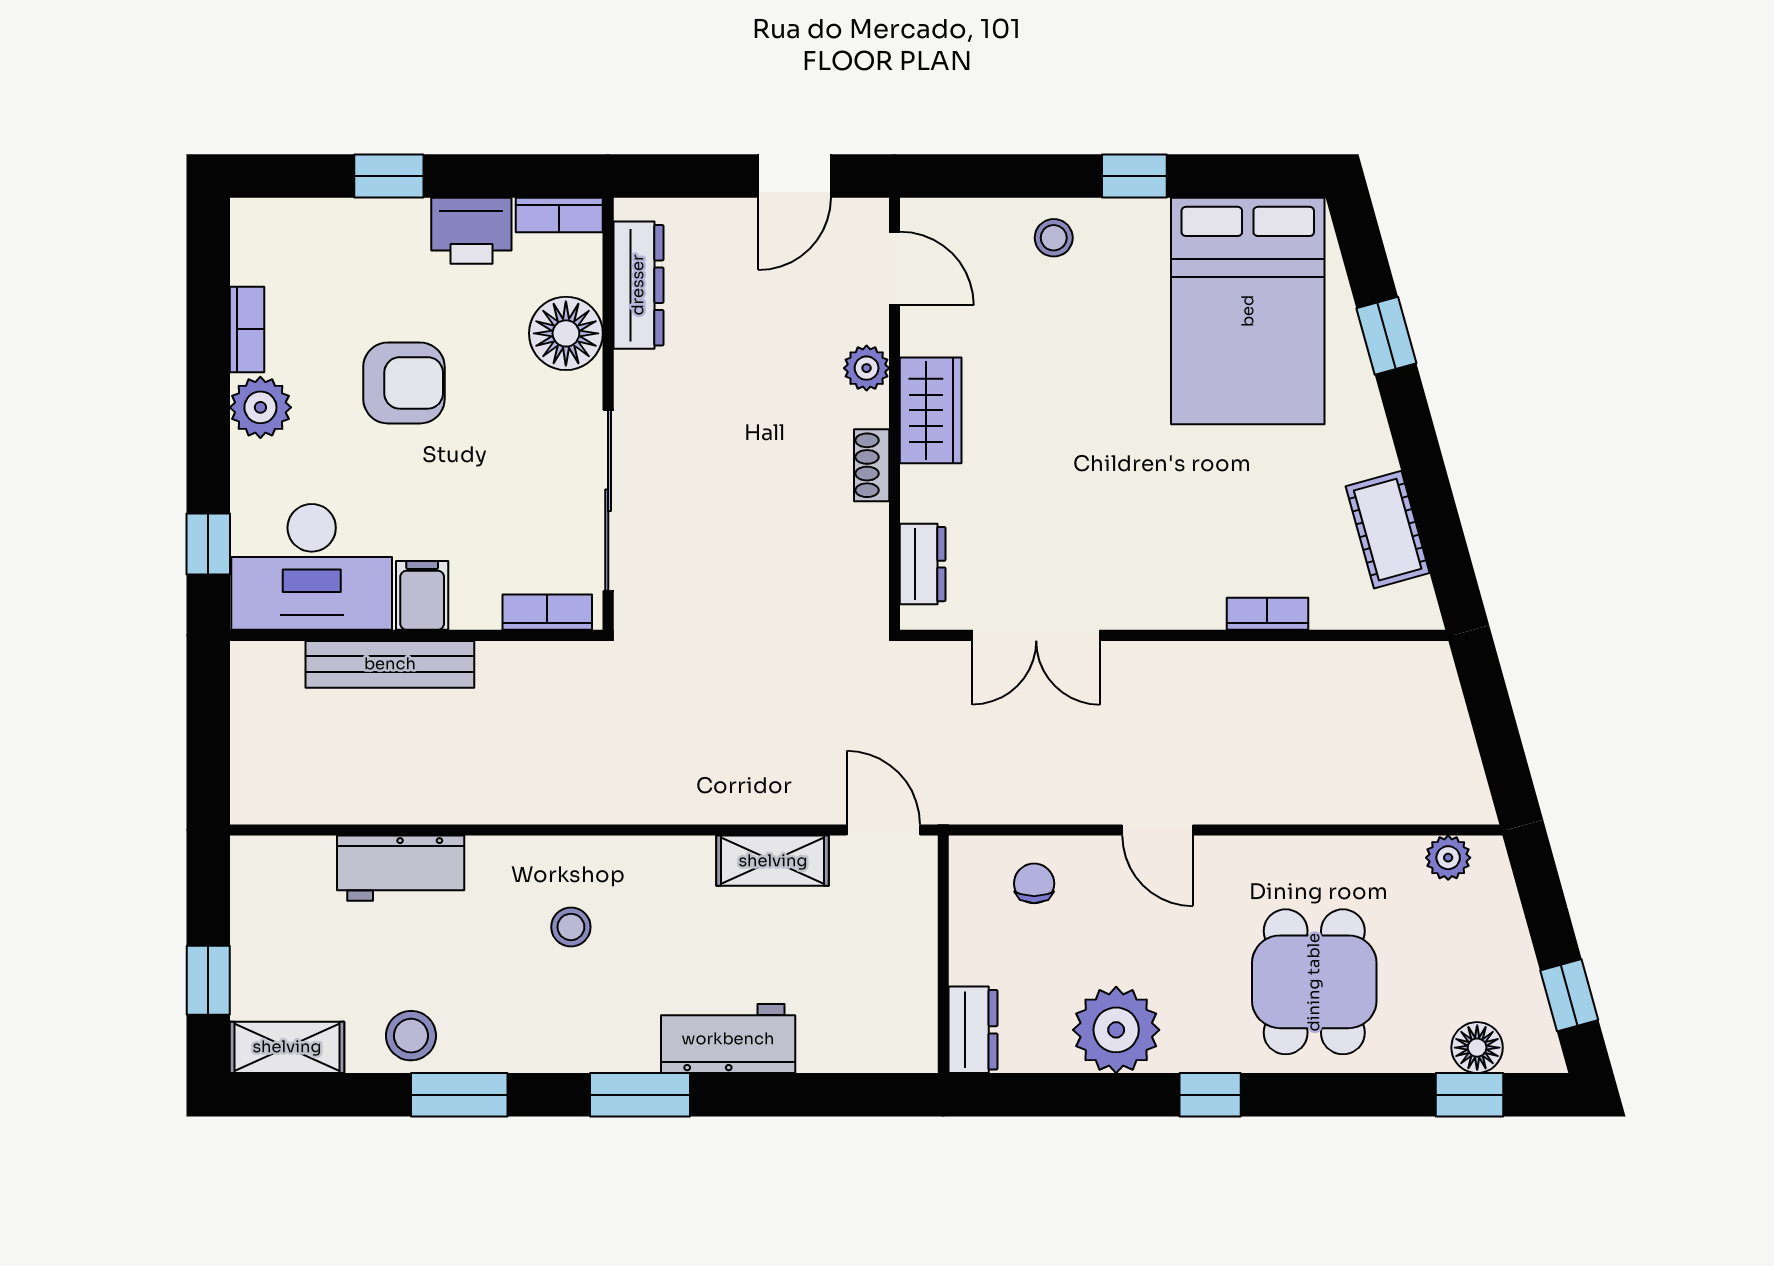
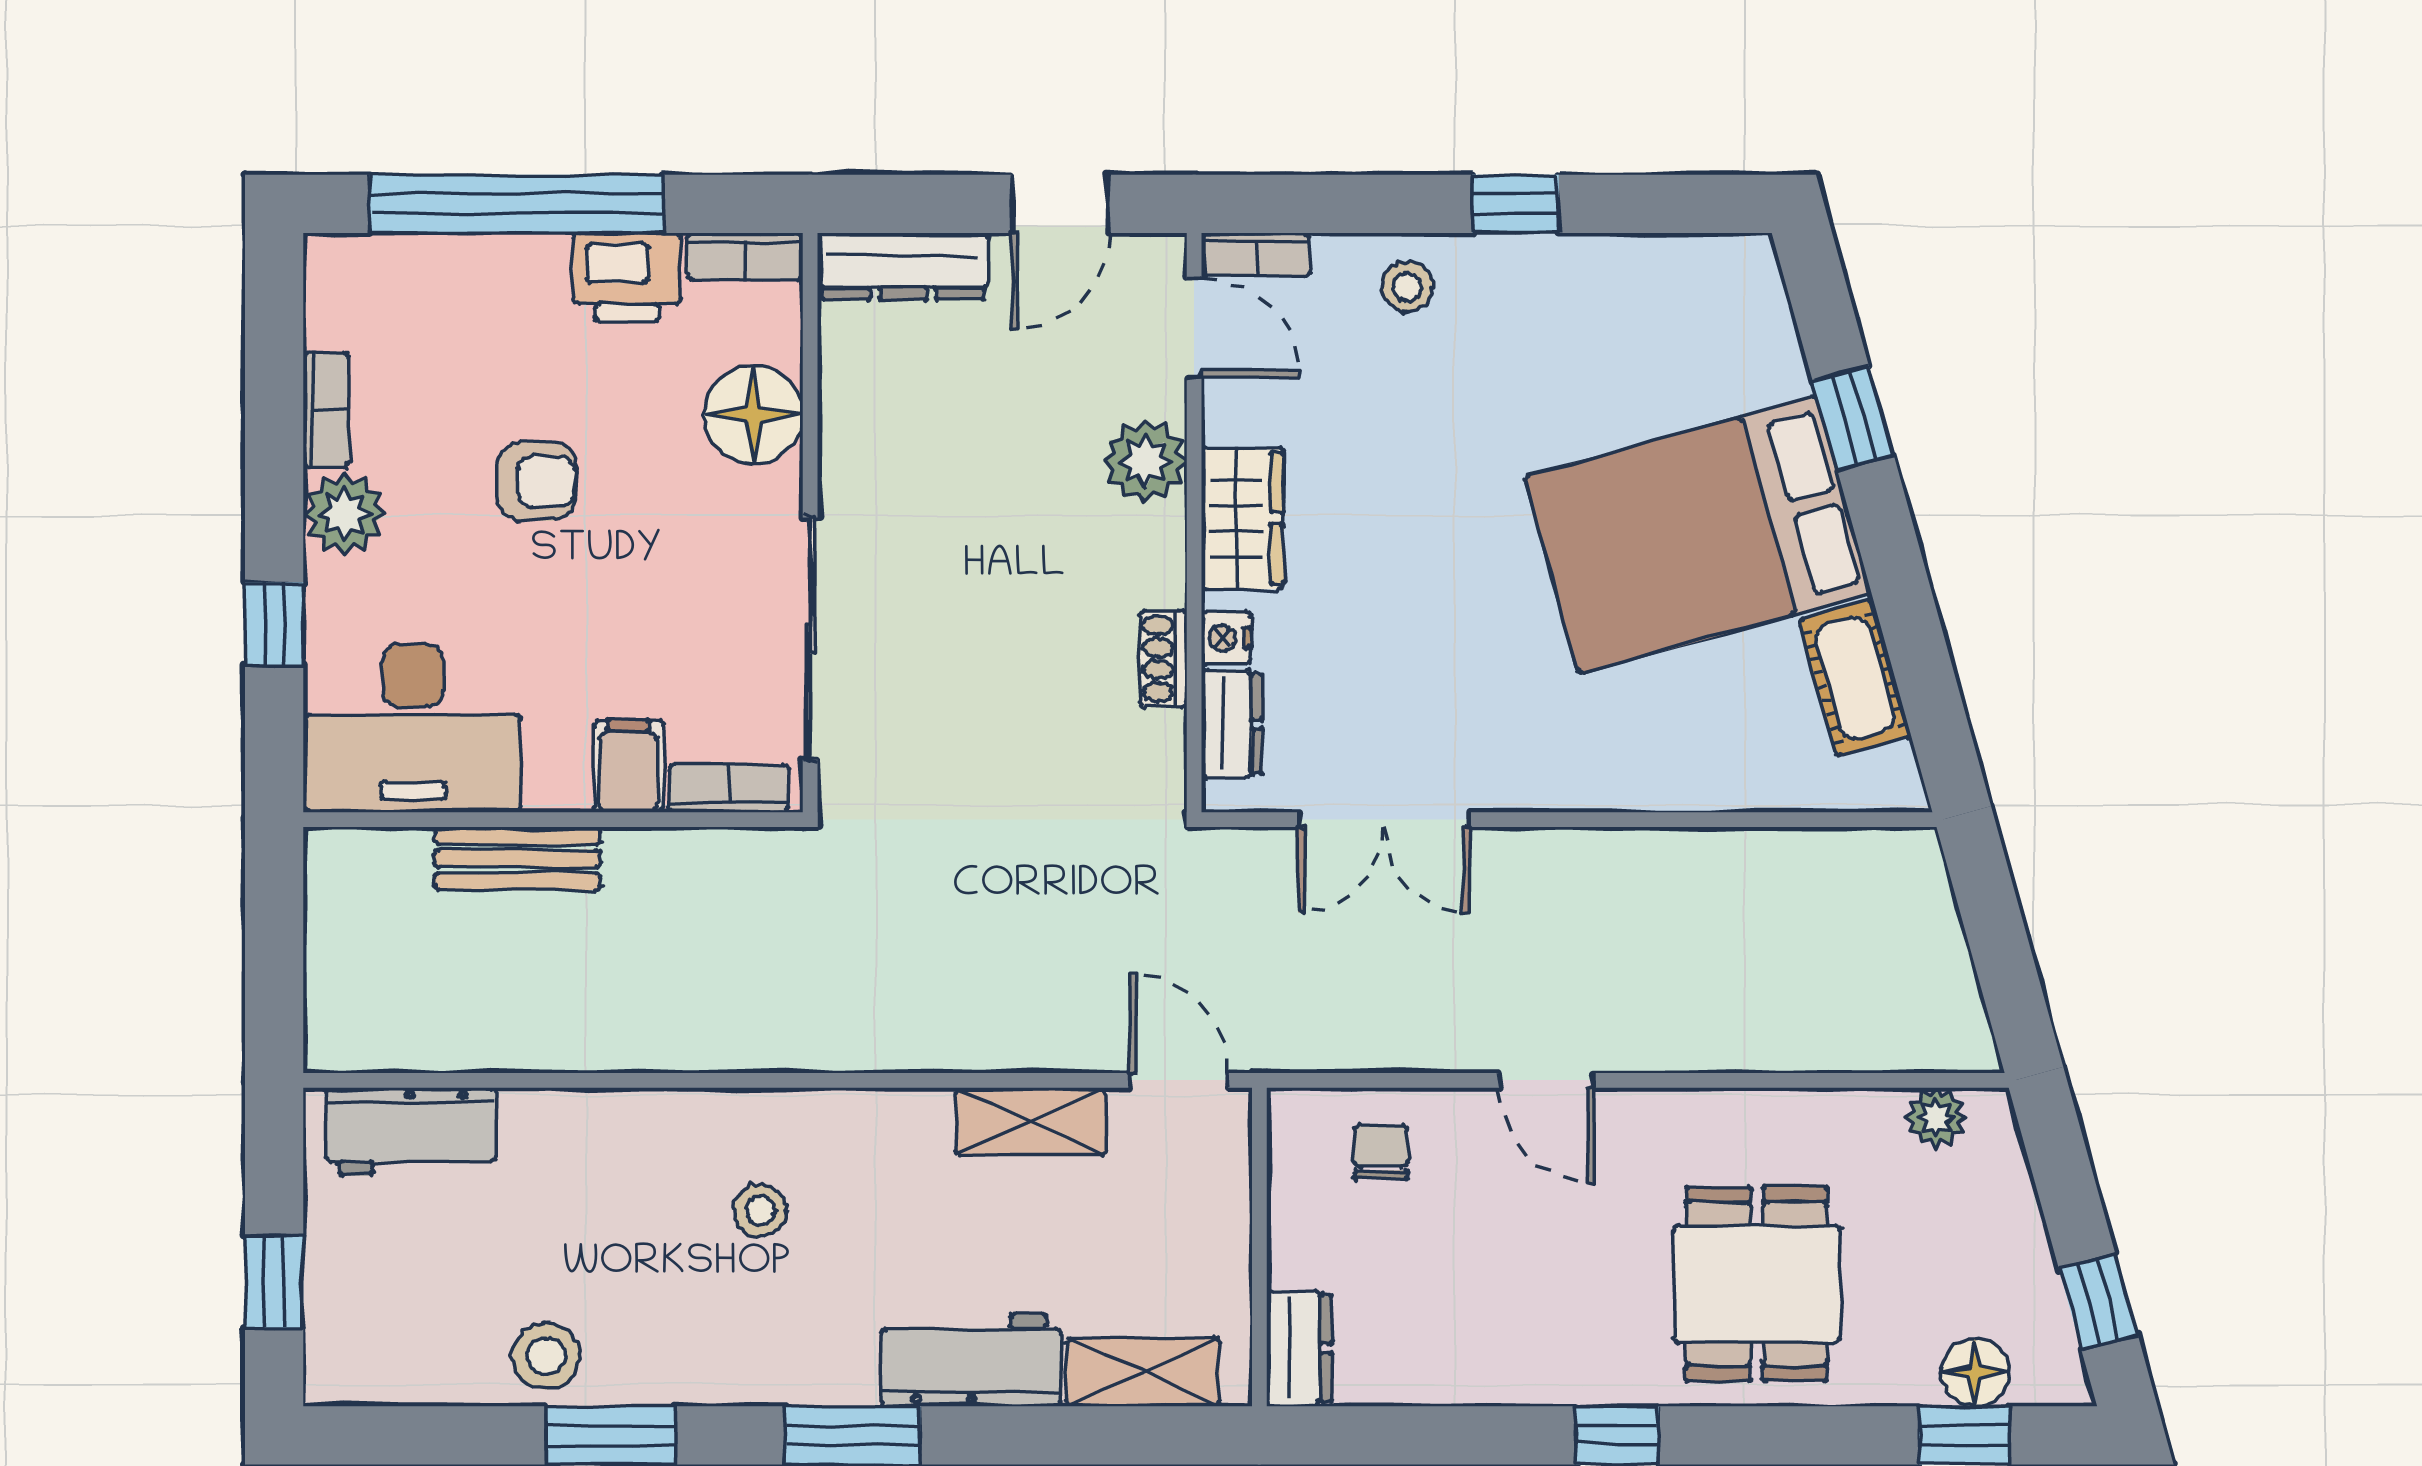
window: (389, 176) -> (516, 204), width x3.17
dresser: (638, 285) -> (903, 266), moved, turned 90
bed: (1248, 311) -> (1698, 535), moved, turned 74
plant: (867, 368) -> (1145, 461), width x1.38, depth x1.38
armchair: (404, 383) -> (537, 481), width x0.72, depth x0.72
shoe rack: (872, 465) -> (1163, 659), moved
nightstand: (919, 500) -> (1226, 638), added
window: (208, 544) -> (274, 624), moved
filing cabinet: (422, 595) -> (628, 766), moved
bookcase: (1267, 614) -> (1256, 255), moved, turned 180
bench: (390, 664) -> (517, 859), width x0.73
workbench: (401, 868) -> (411, 1132), moved
plant: (1116, 1030) -> (1491, 1348), removed
shelving: (287, 1047) -> (1143, 1372), moved

